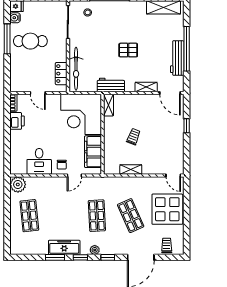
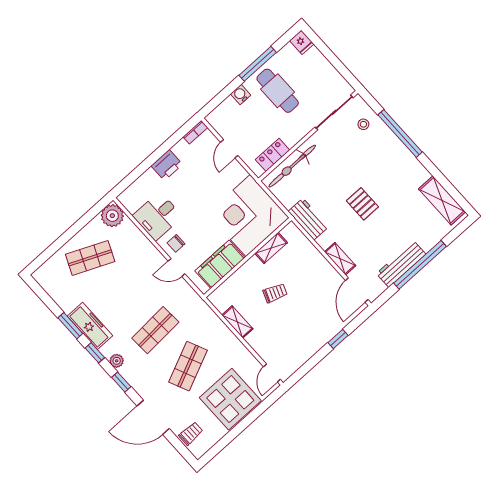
water cooler: (15, 18) -> (241, 95), moved
shelving: (108, 105) -> (271, 248), moved
printer: (17, 121) -> (167, 165), moved
shop shelf: (29, 216) -> (90, 258), turned 30

